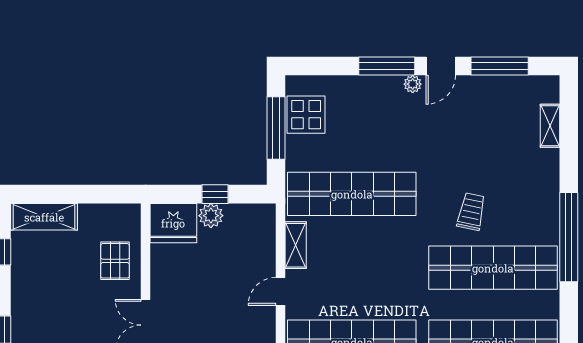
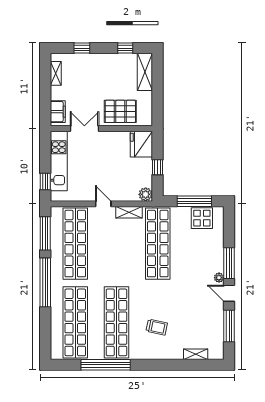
trolley: (471, 212) -> (157, 327), moved
plant: (211, 216) -> (146, 194), moved
window: (569, 237) -> (106, 365), moved
pallet: (115, 261) -> (120, 111), width x1.50, depth x1.42

